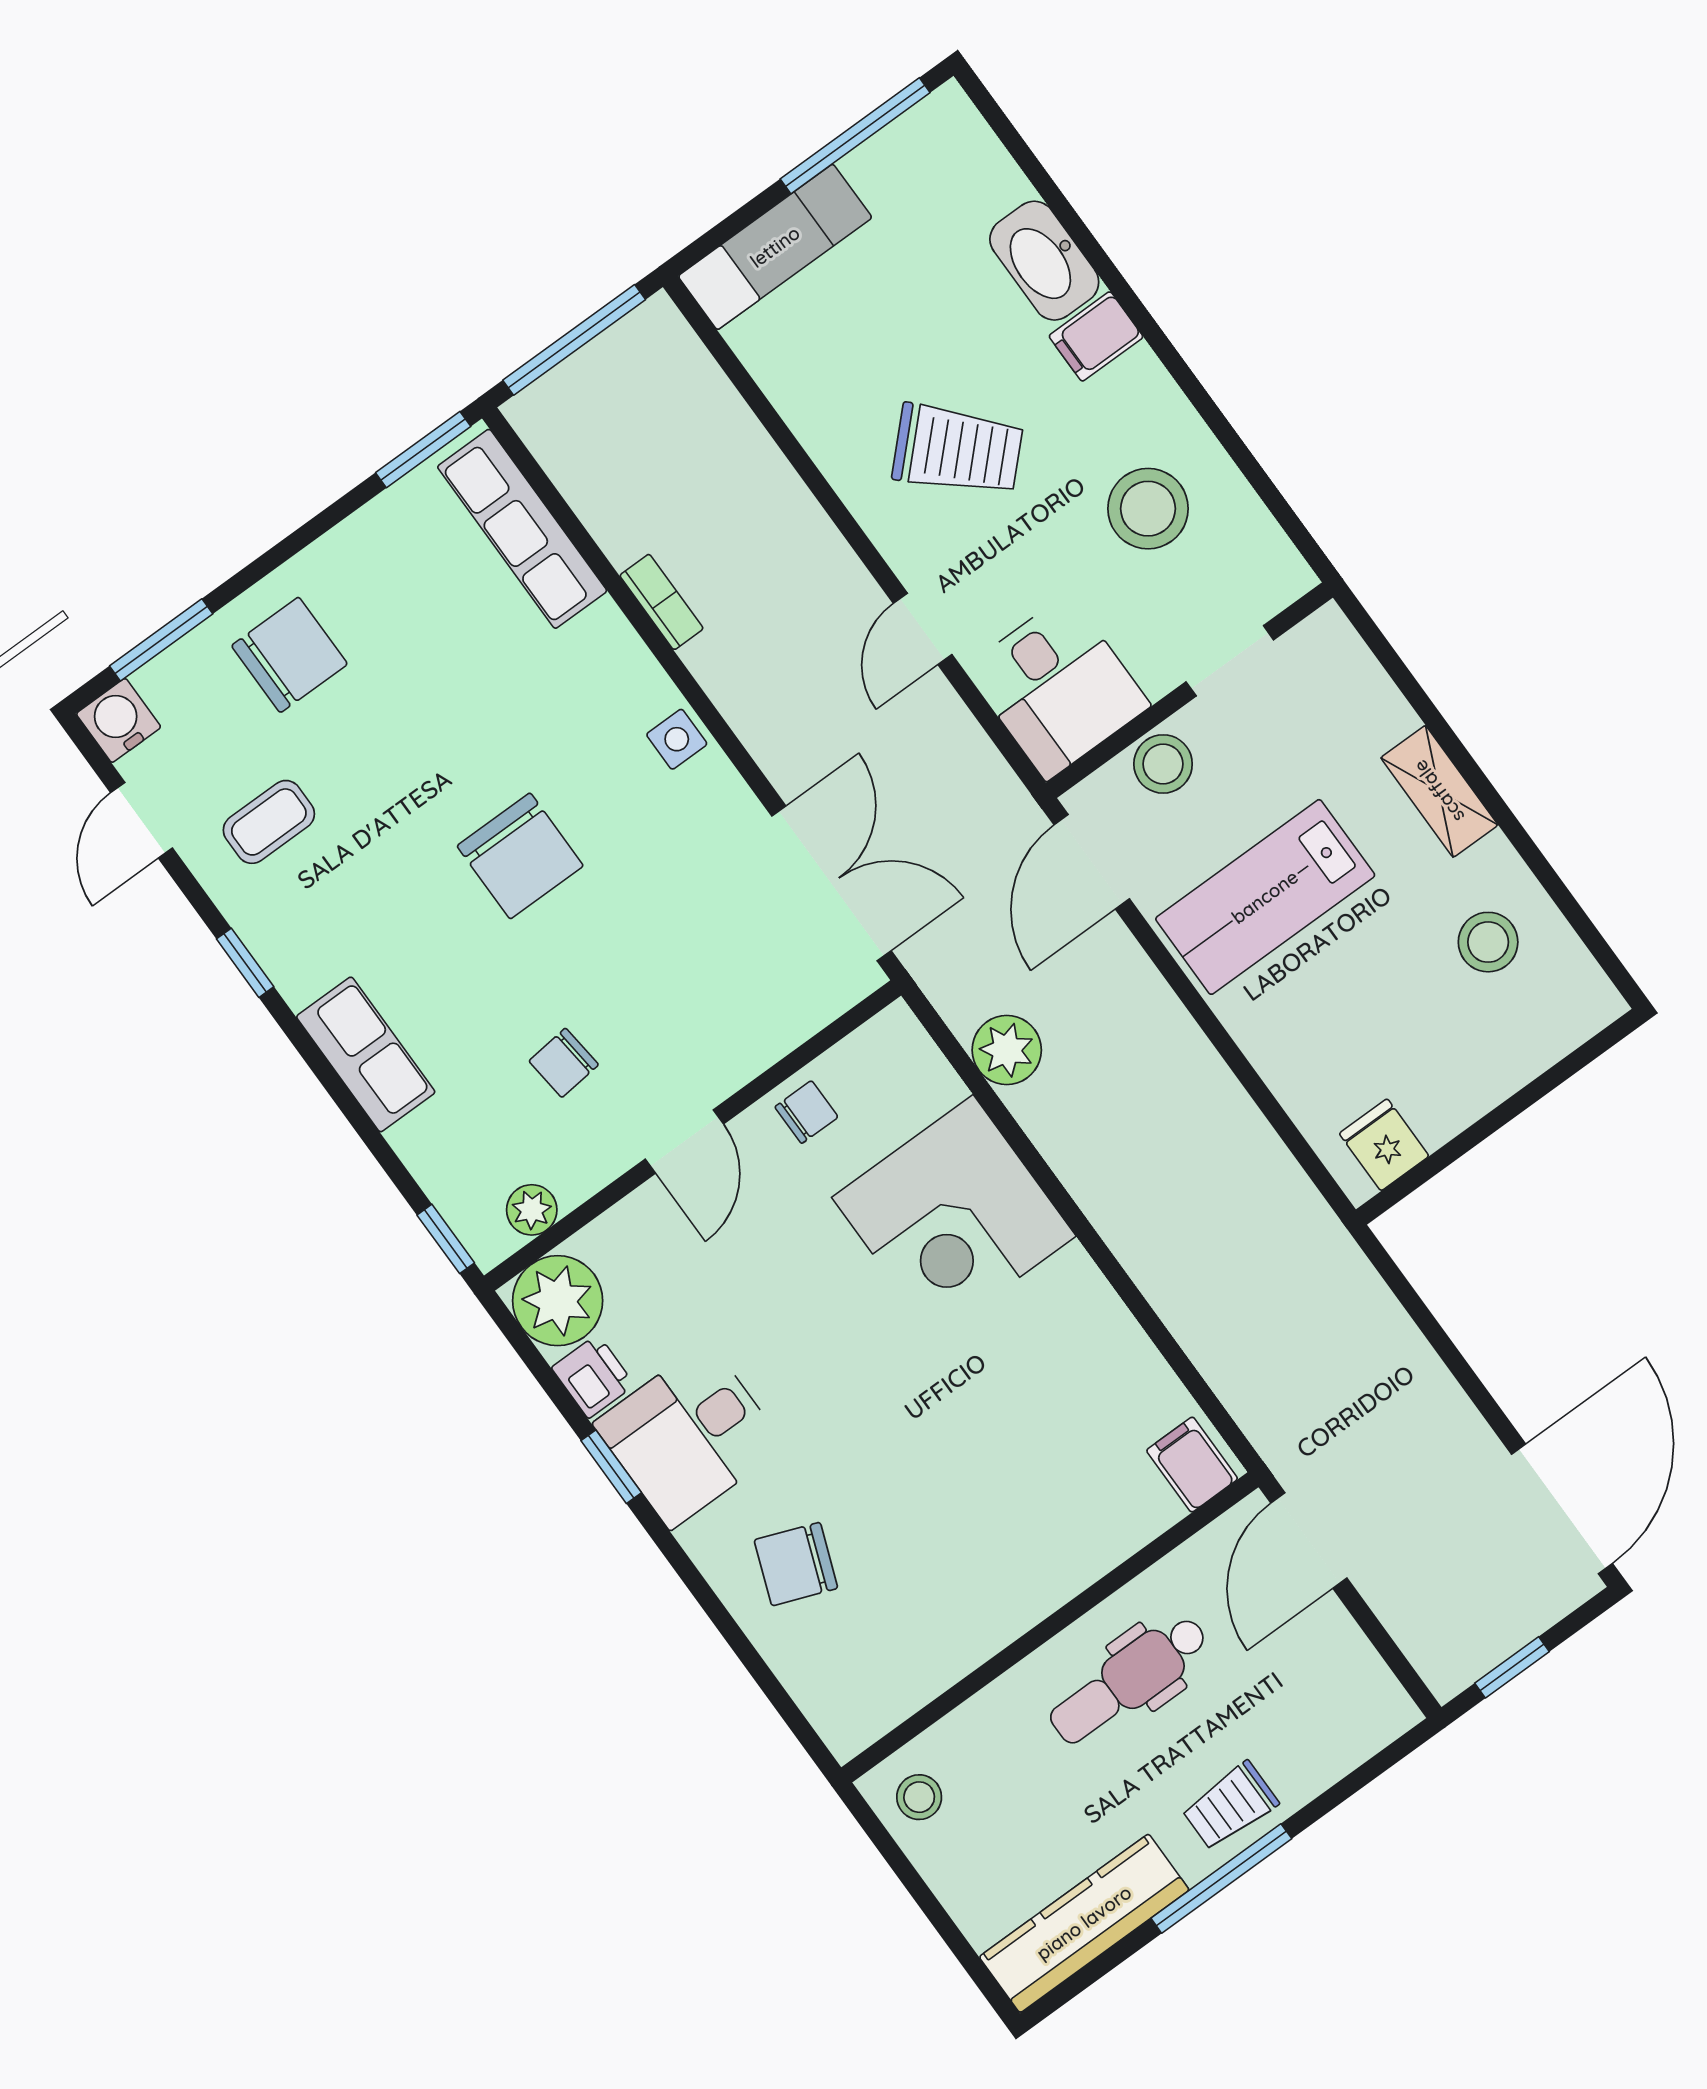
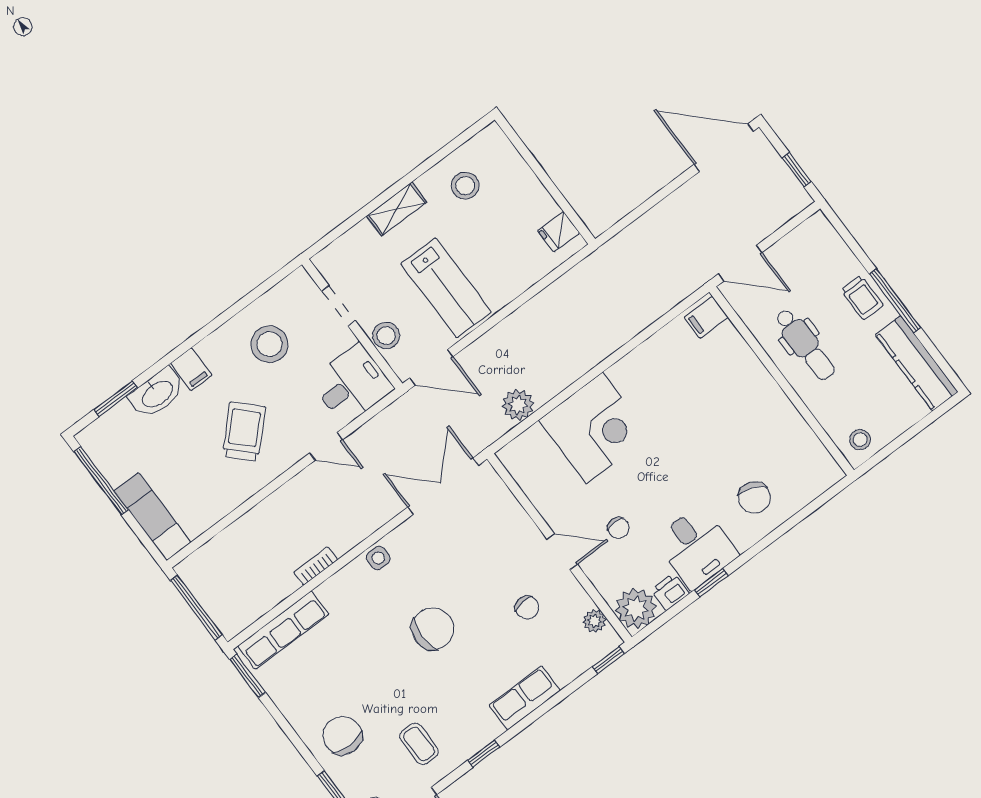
window: (1034, 170) -> (116, 399), added
chair: (806, 1112) -> (618, 528), moved, turned 180

